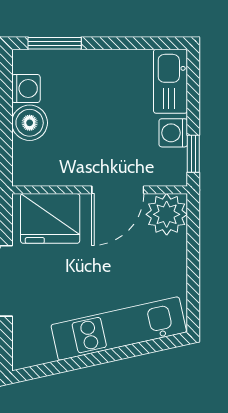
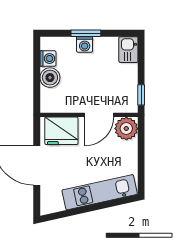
window: (55, 43) -> (86, 33), moved
kitchen sink: (170, 81) -> (128, 50), width x0.73
washing machine: (173, 133) -> (85, 44), moved, turned -90

